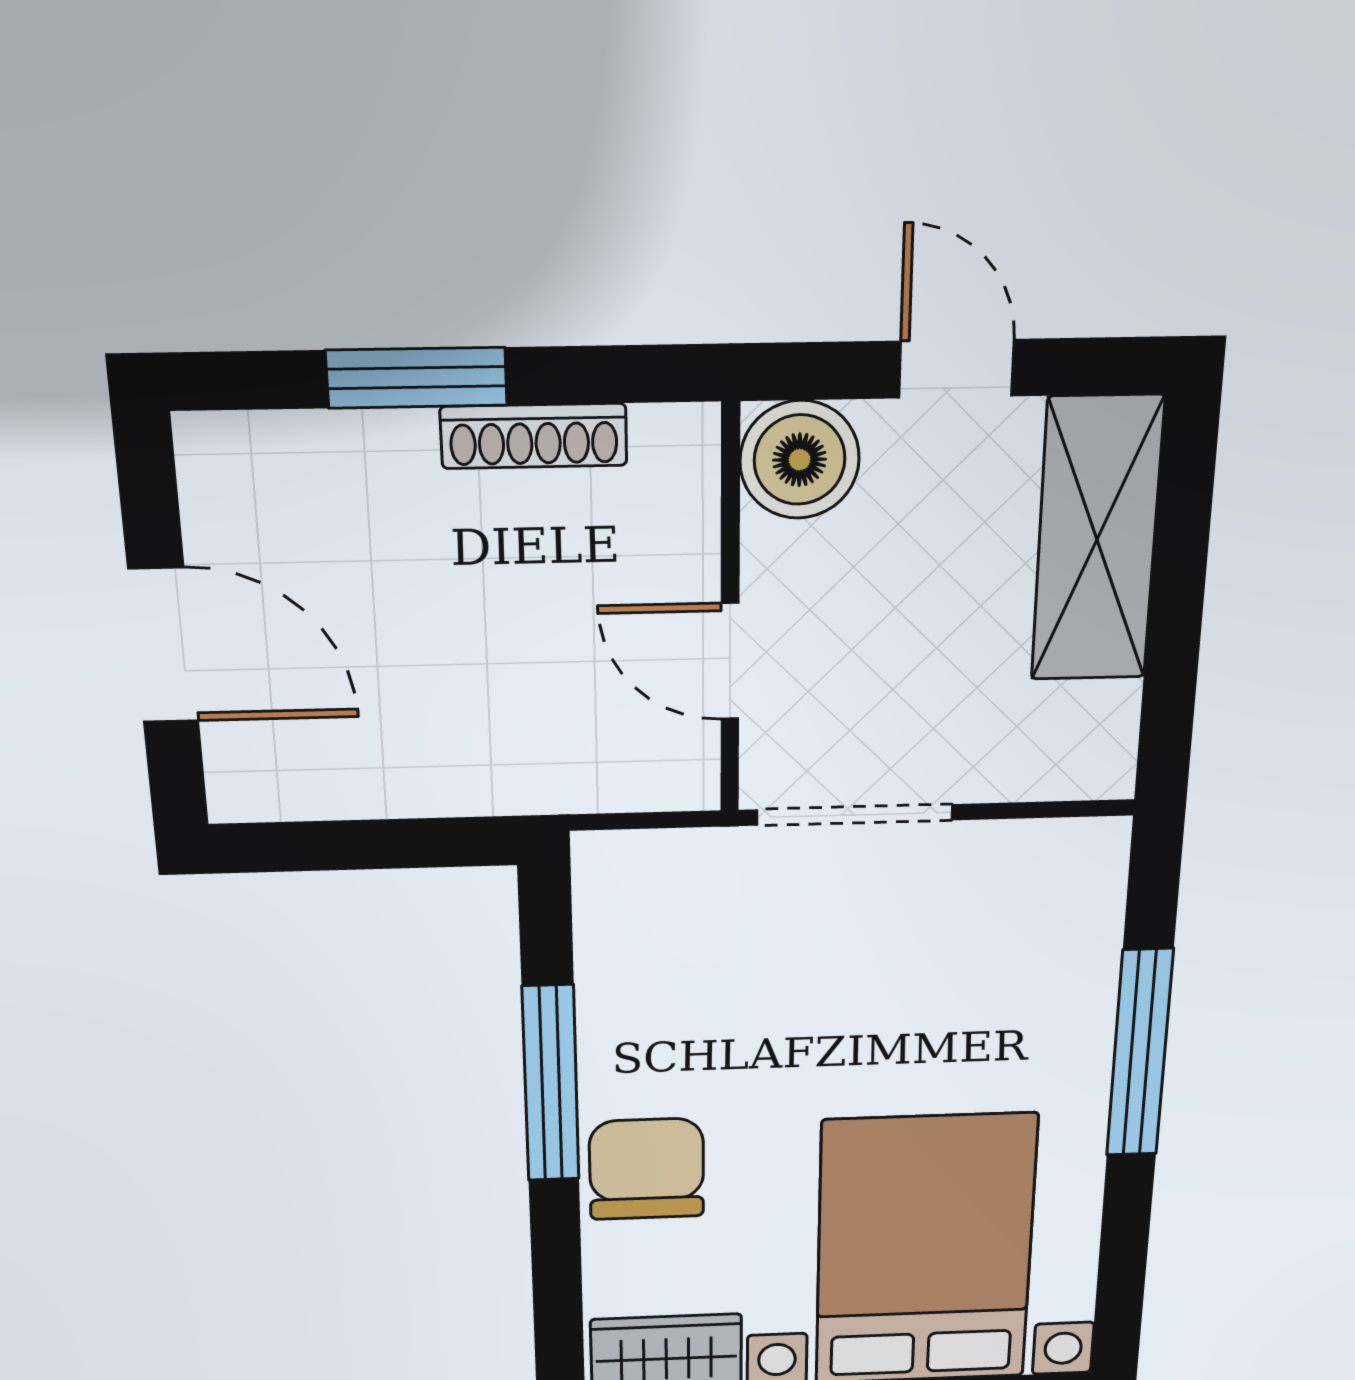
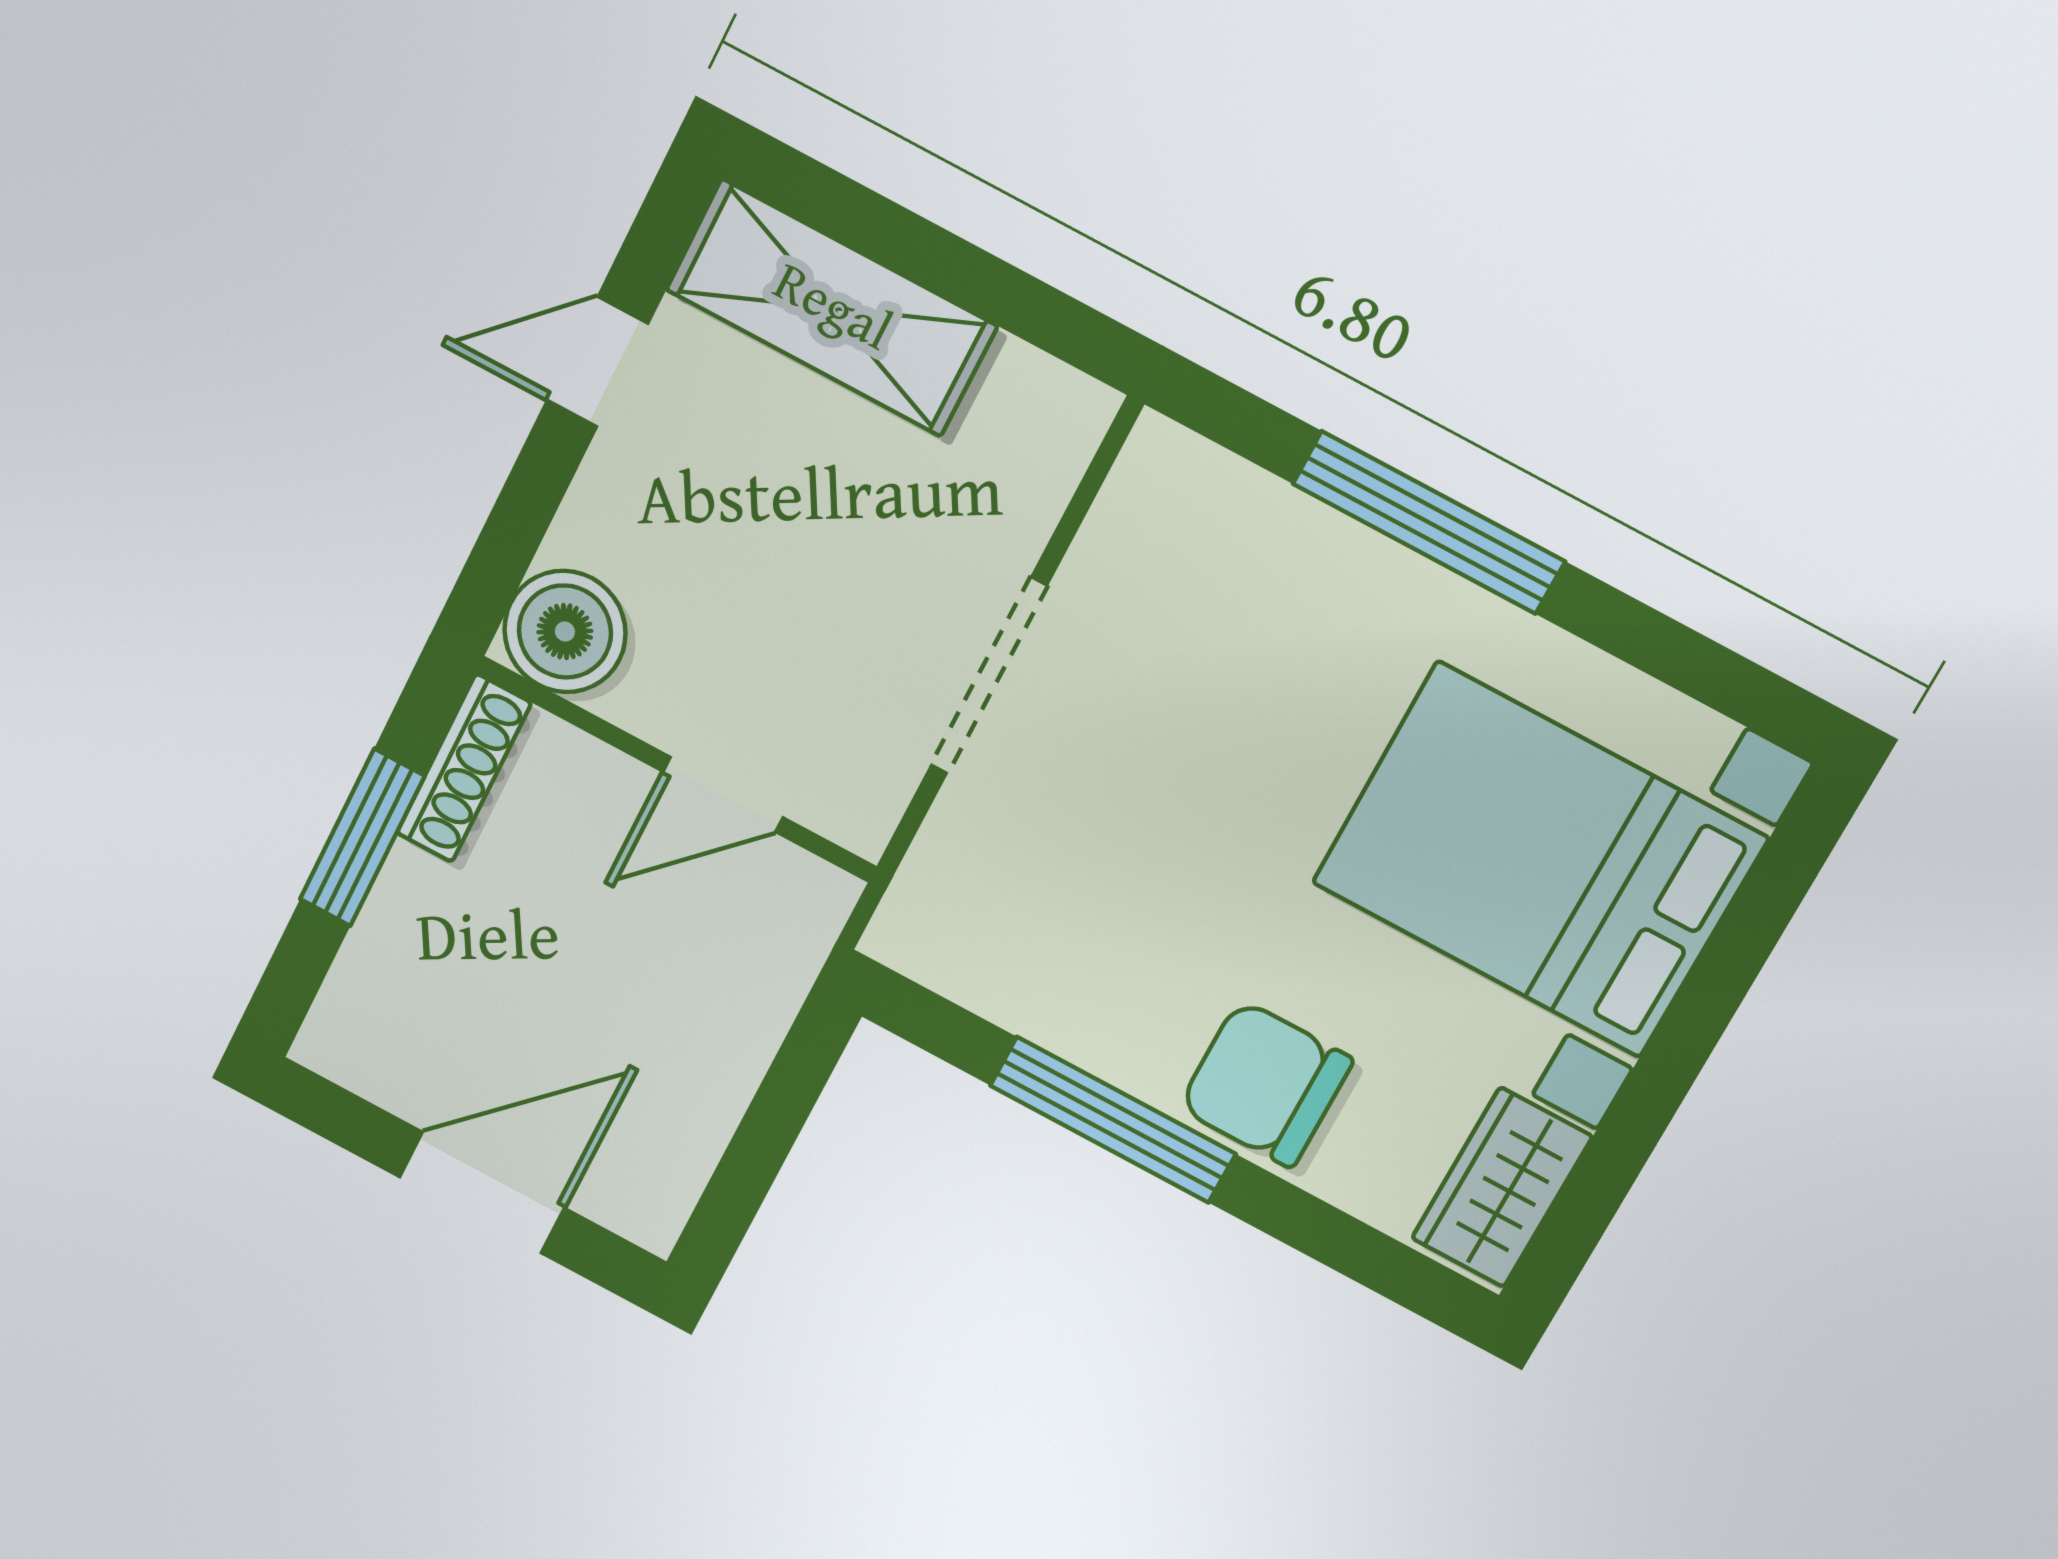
boiler: (800, 460) -> (565, 632), moved
wall: (730, 613) -> (676, 769), moved
door: (730, 661) -> (723, 794), moved

